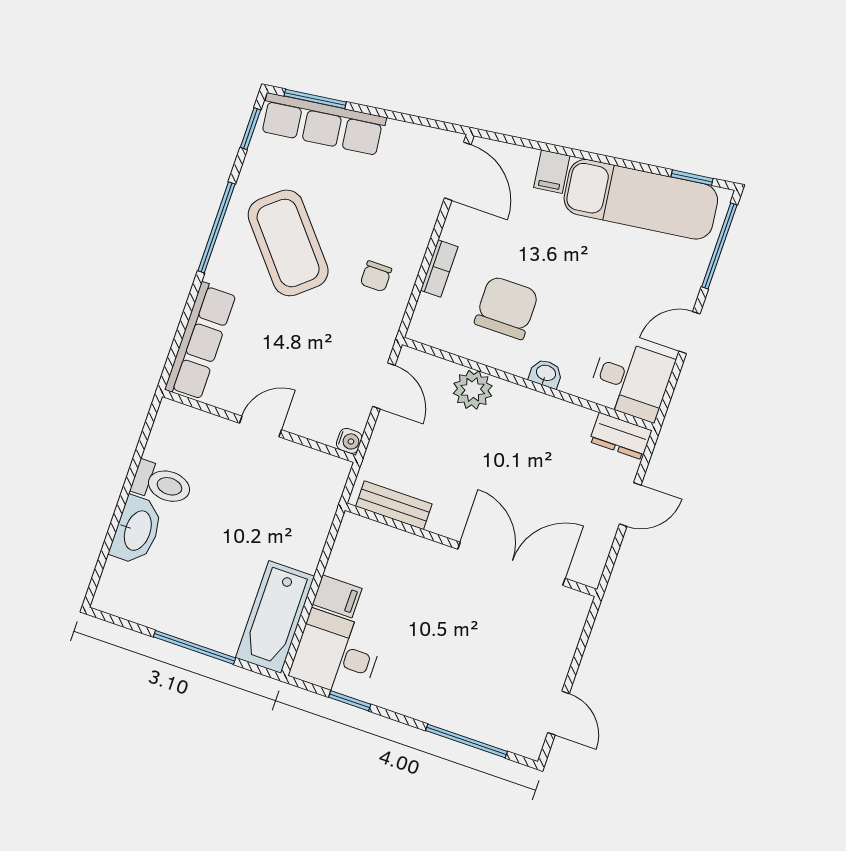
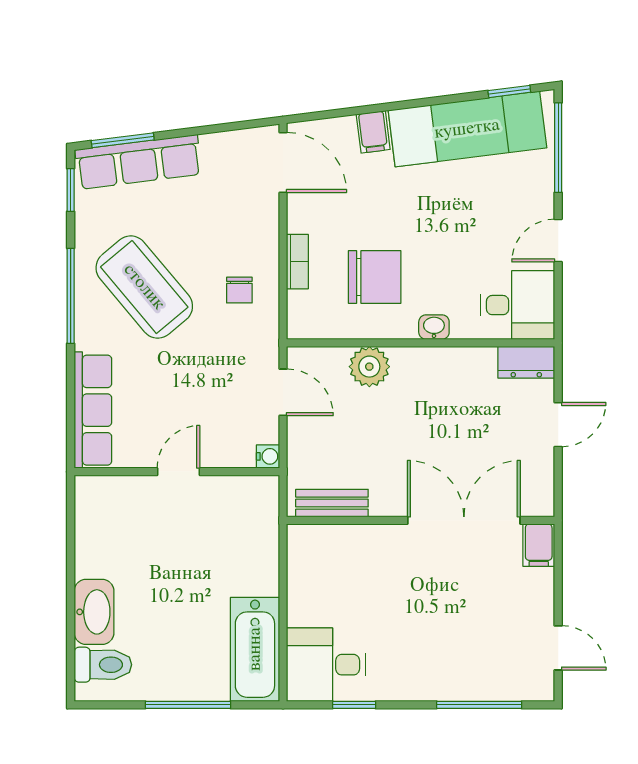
chair: (506, 308) -> (375, 277), turned 90
toilet: (162, 484) -> (103, 665), moved
filing cabinet: (337, 596) -> (539, 545), moved, turned 90

